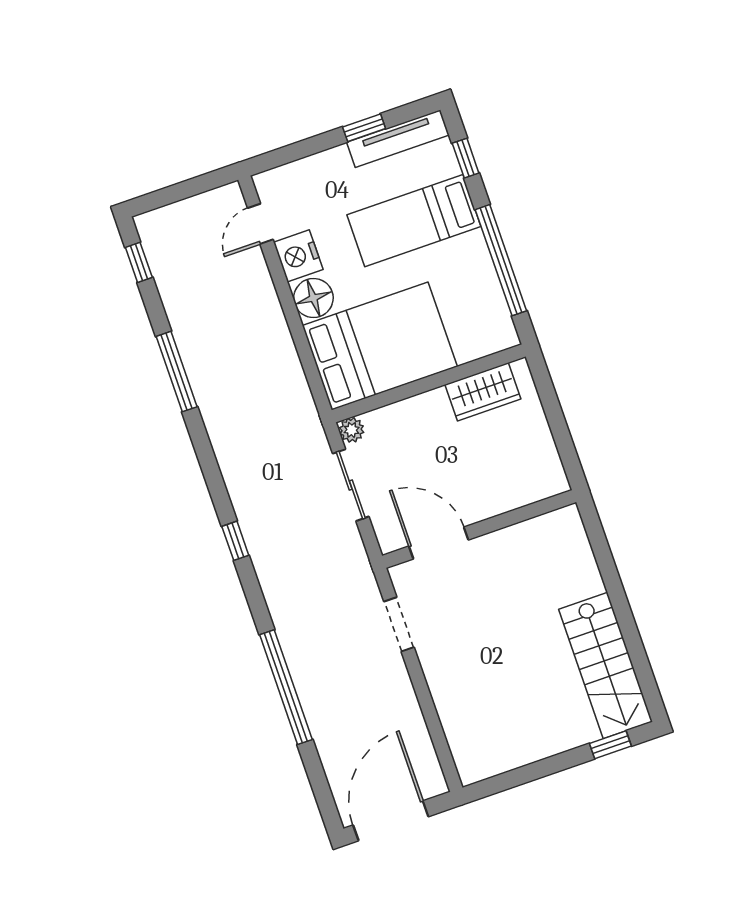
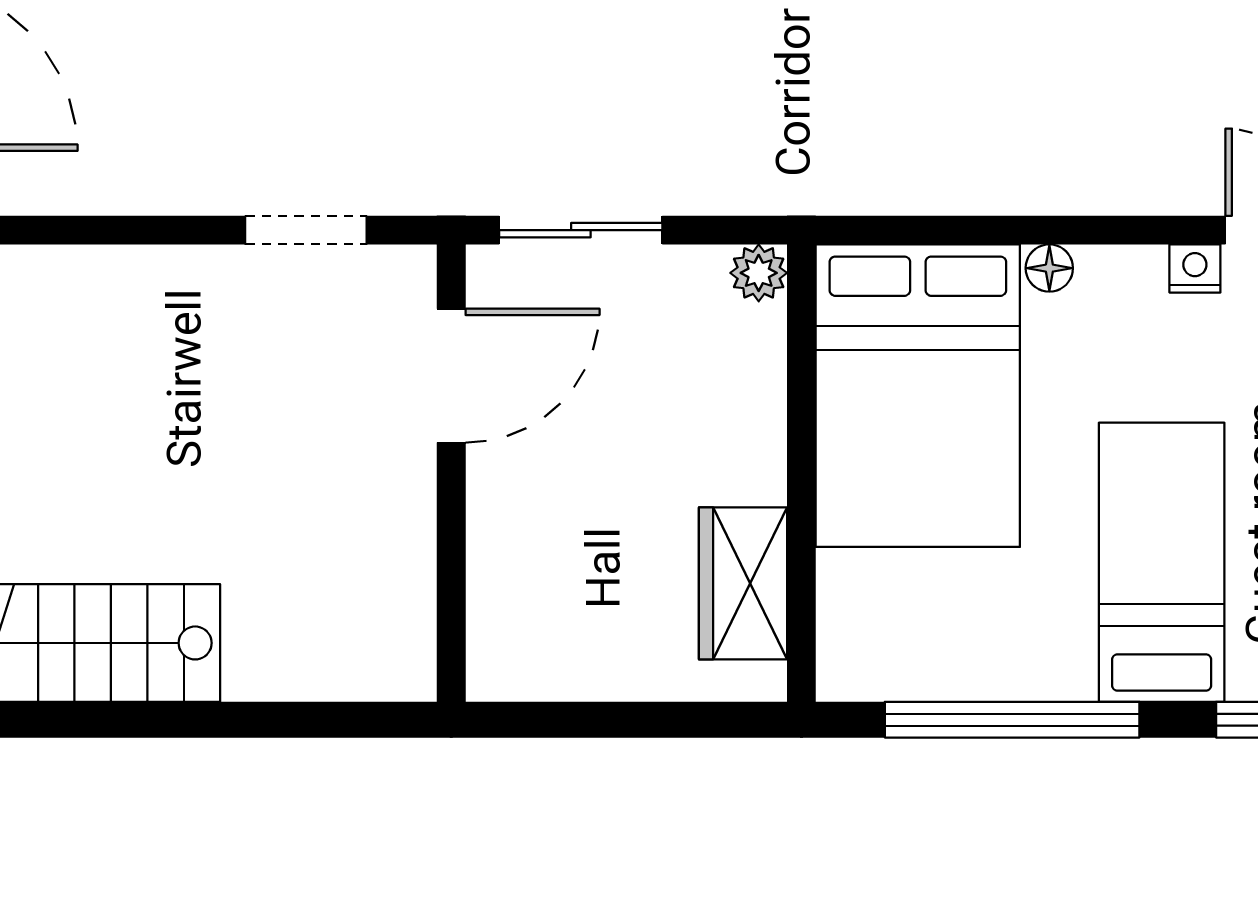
nightstand: (298, 256) -> (1195, 268), width x0.53, depth x0.56
floor lamp: (313, 298) -> (1049, 268), width x0.53, depth x0.53
sliding door: (351, 485) -> (581, 230), moved

